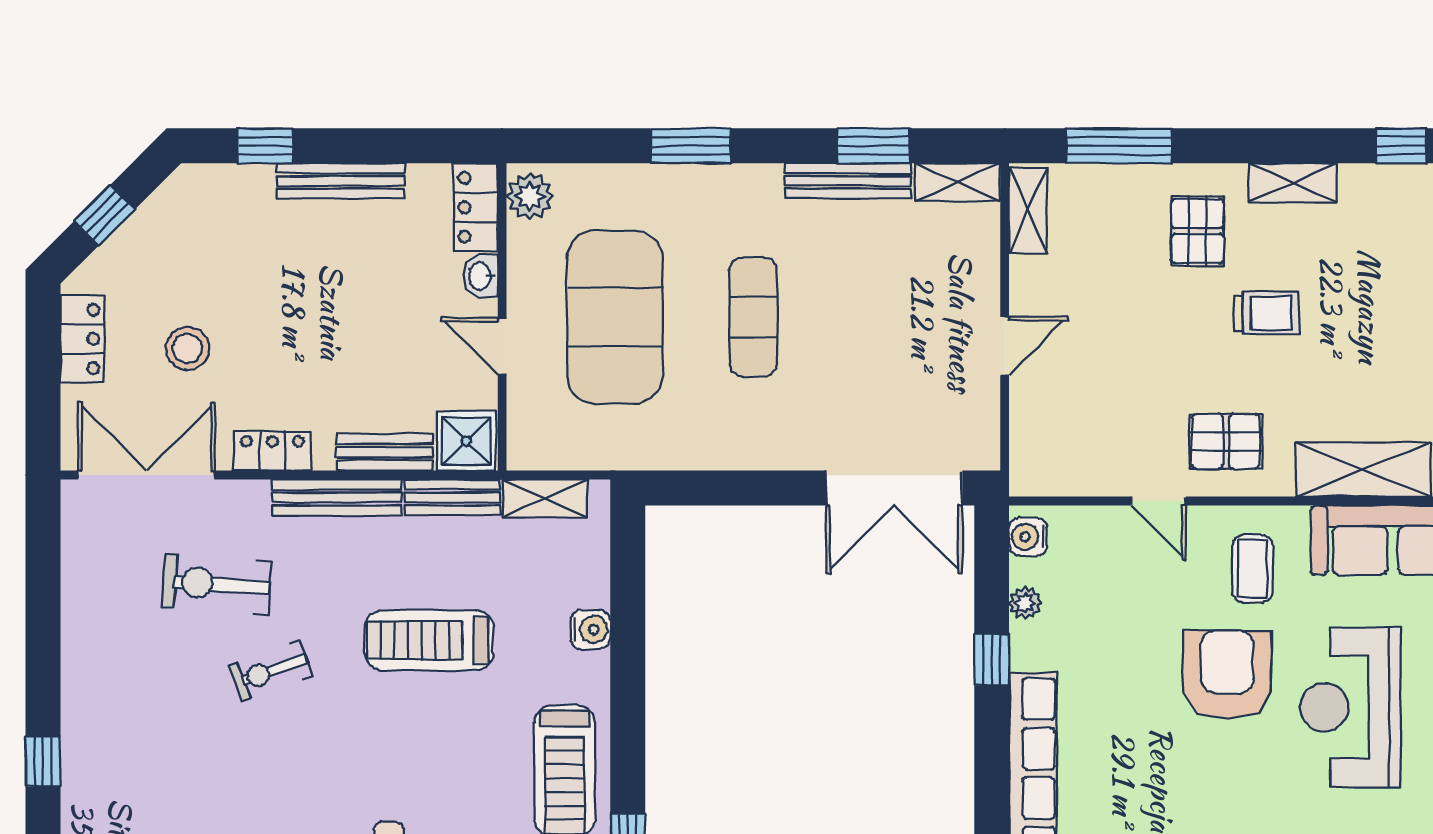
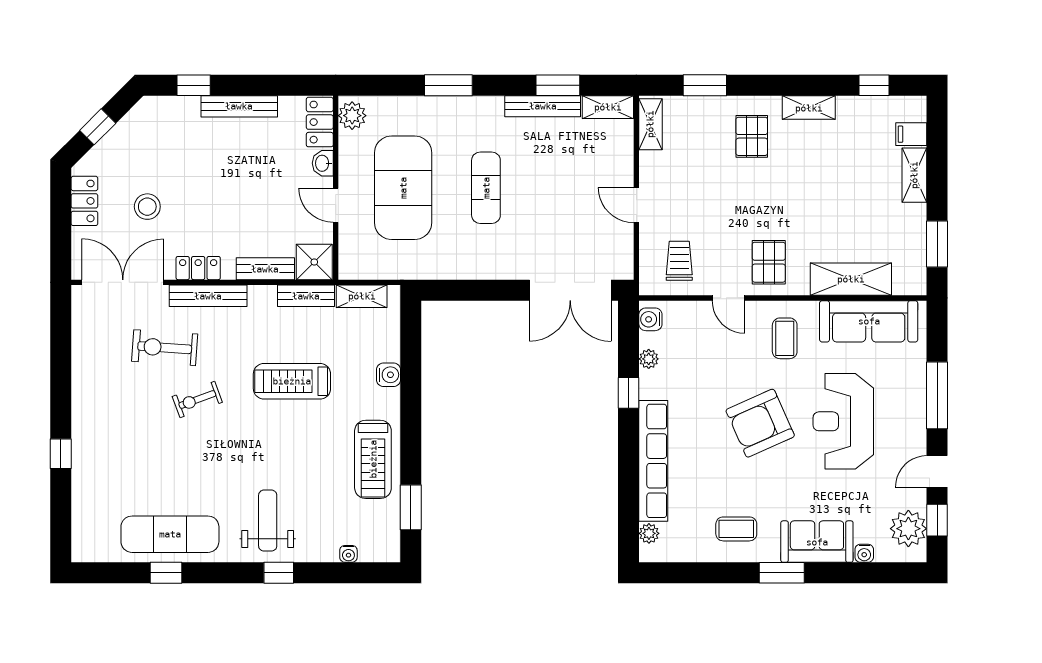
window: (1119, 146) -> (705, 85), width x0.69
trolley: (1267, 313) -> (679, 261), moved, turned -90
door: (1005, 346) -> (636, 205), swing flipped
pallet: (1226, 441) -> (769, 262), turned 90
bench: (337, 498) -> (208, 296), moved
armchair: (1227, 674) -> (760, 423), moved, turned -114

